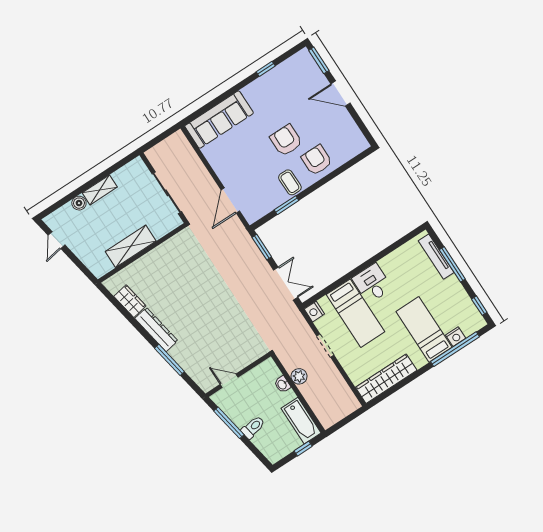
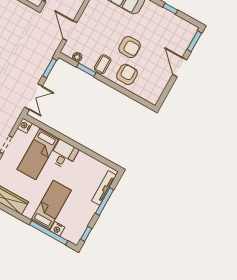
armchair: (286, 140) -> (130, 47), turned 90
door: (230, 200) -> (70, 31), hinge flipped
plant: (266, 208) -> (77, 57), added

